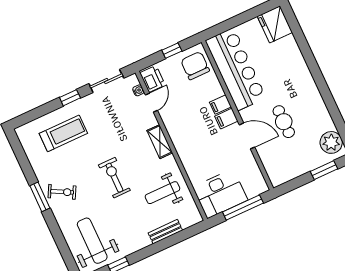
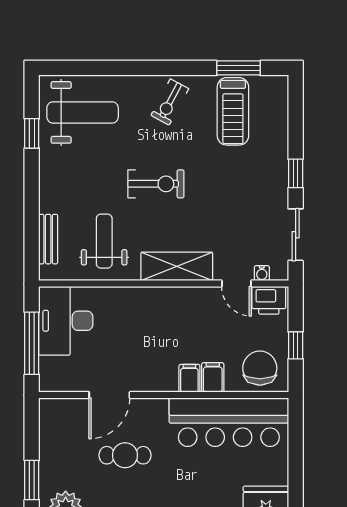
chair: (195, 66) -> (260, 368), turned -90
filing cabinet: (226, 119) -> (213, 377), moved
treadmill: (63, 133) -> (233, 111), moved
door: (247, 136) -> (109, 395), moved
shelving: (160, 142) -> (177, 266), width x1.50, depth x1.33
window: (40, 197) -> (238, 68), moved
bench: (165, 232) -> (48, 239), moved

